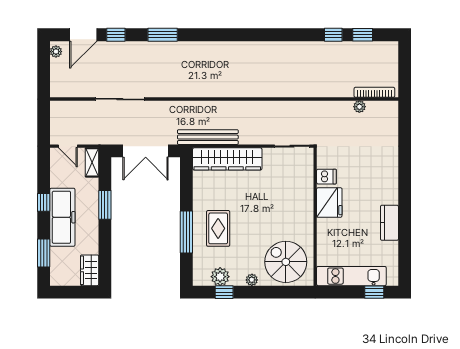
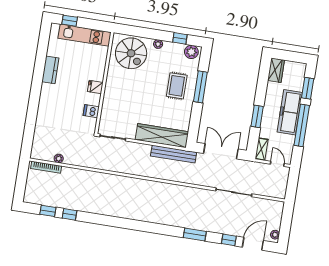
window: (44, 202) -> (302, 125), width x3.17
fridge: (329, 202) -> (95, 87), width x0.53, depth x0.75
plant: (220, 277) -> (191, 52), moved

